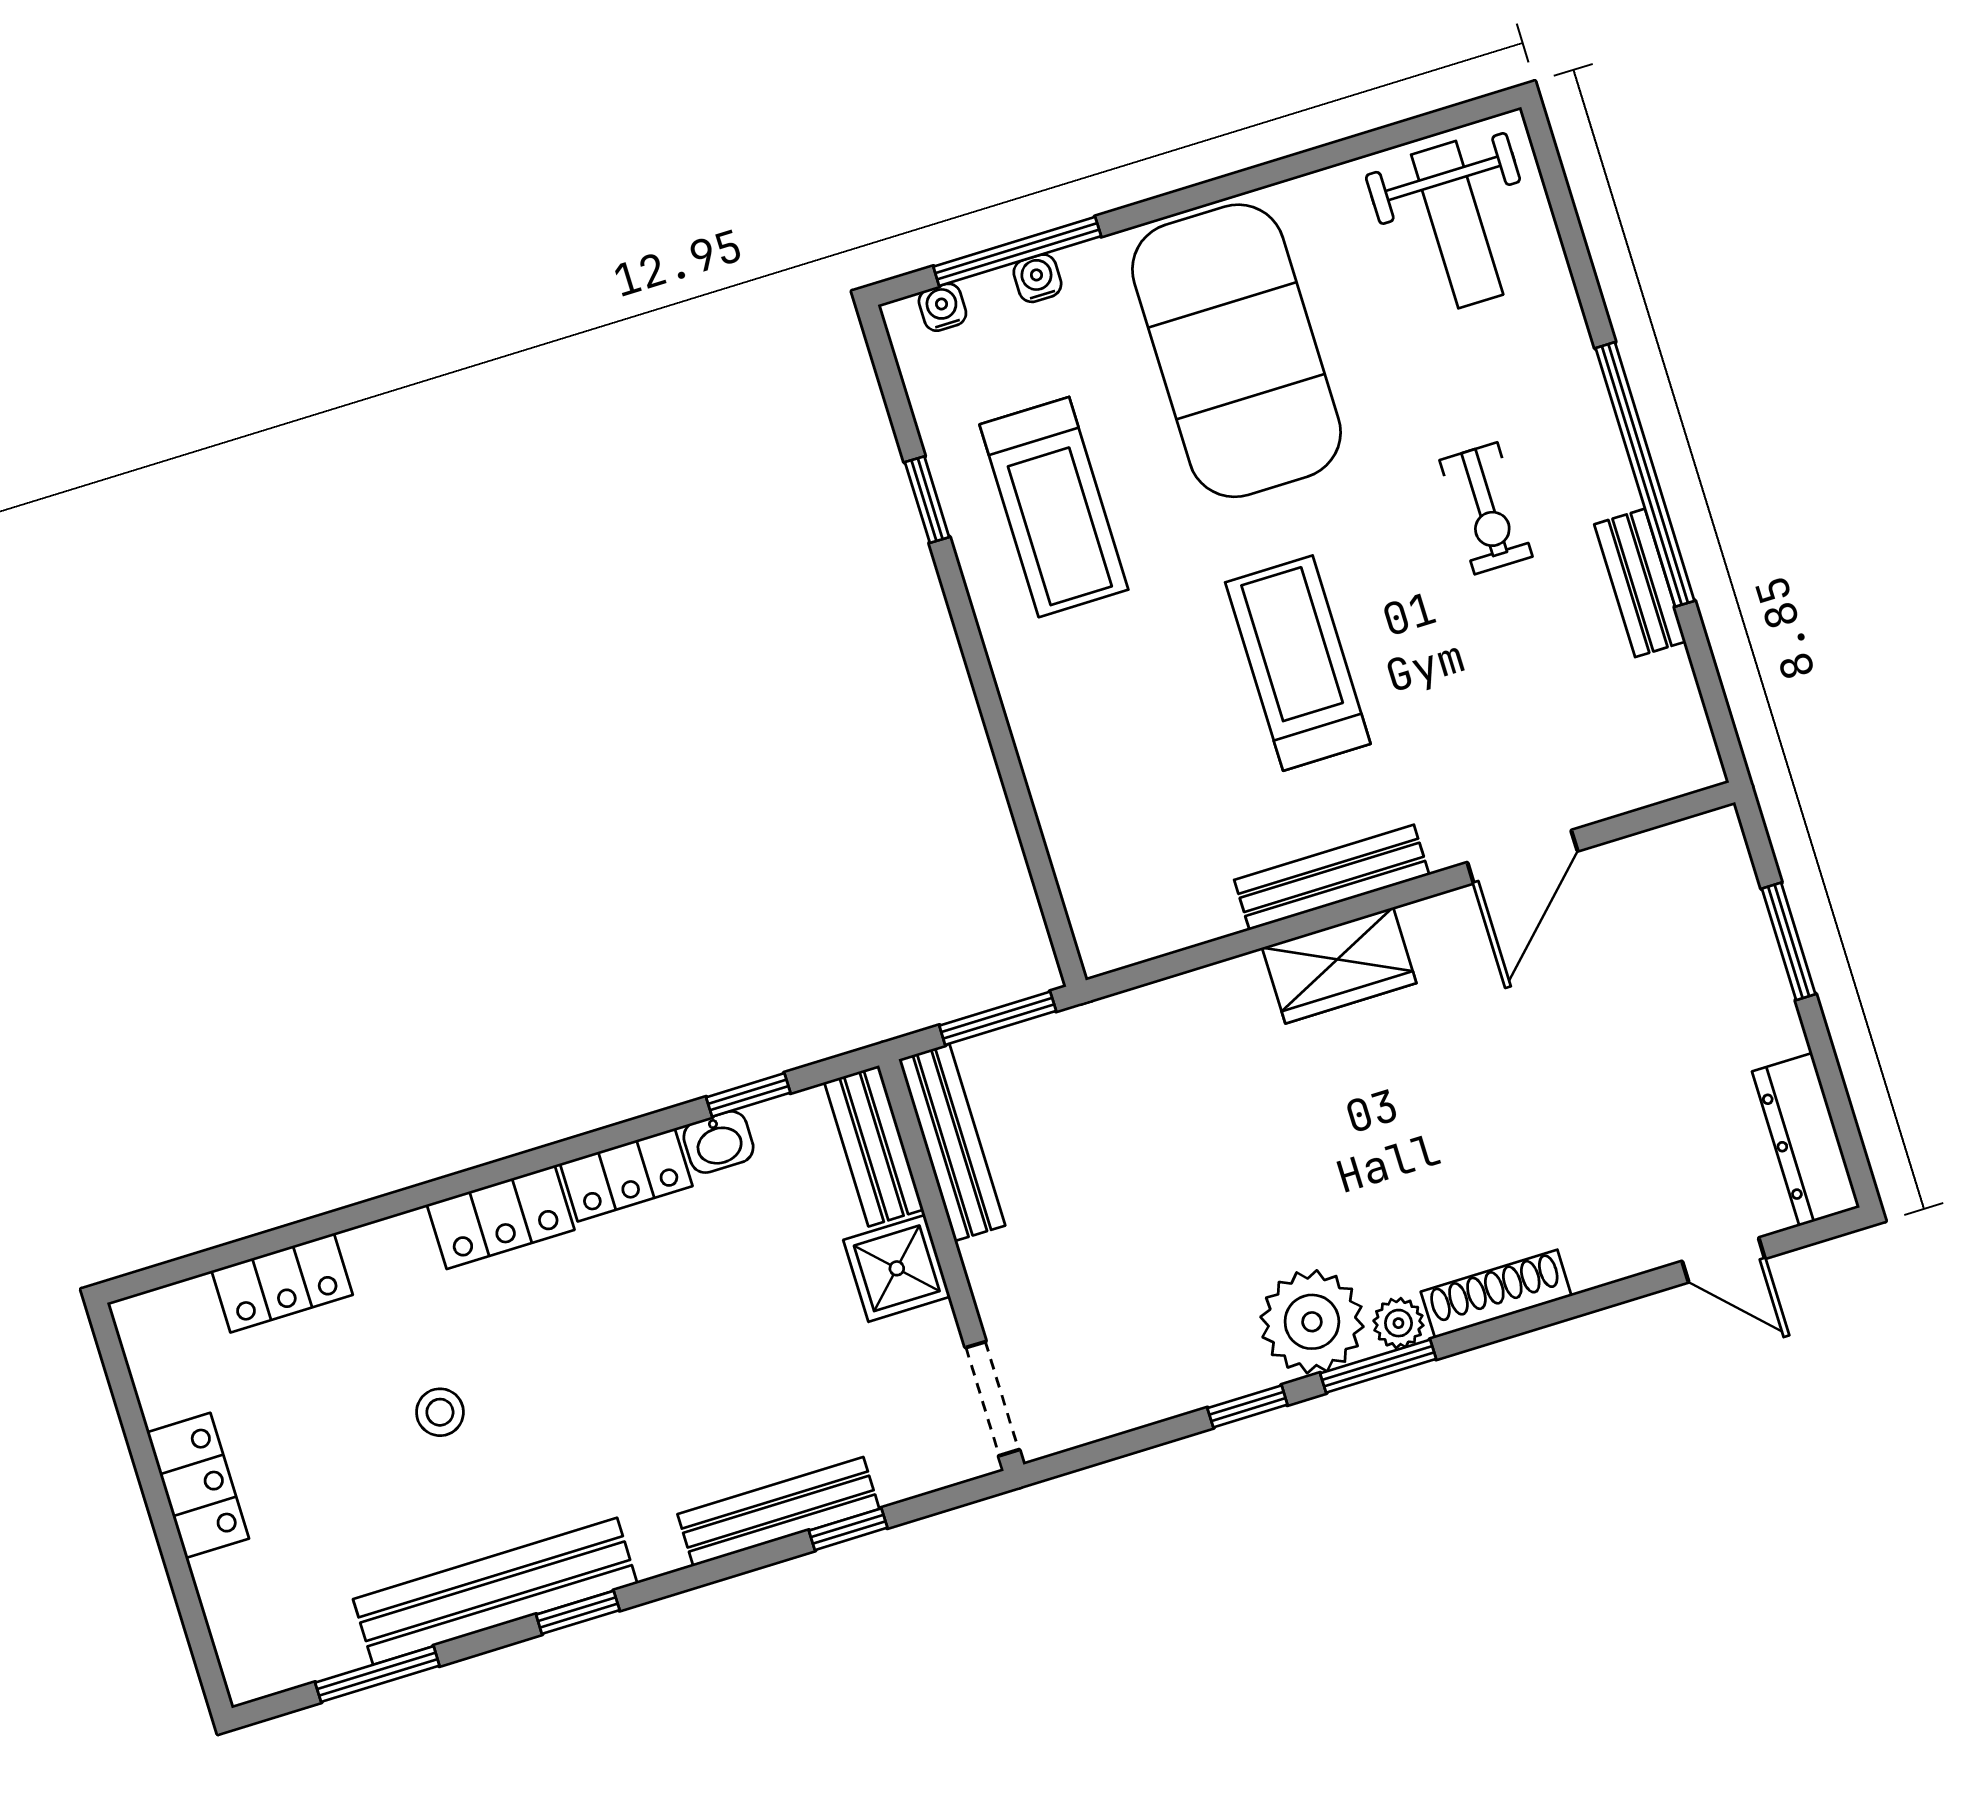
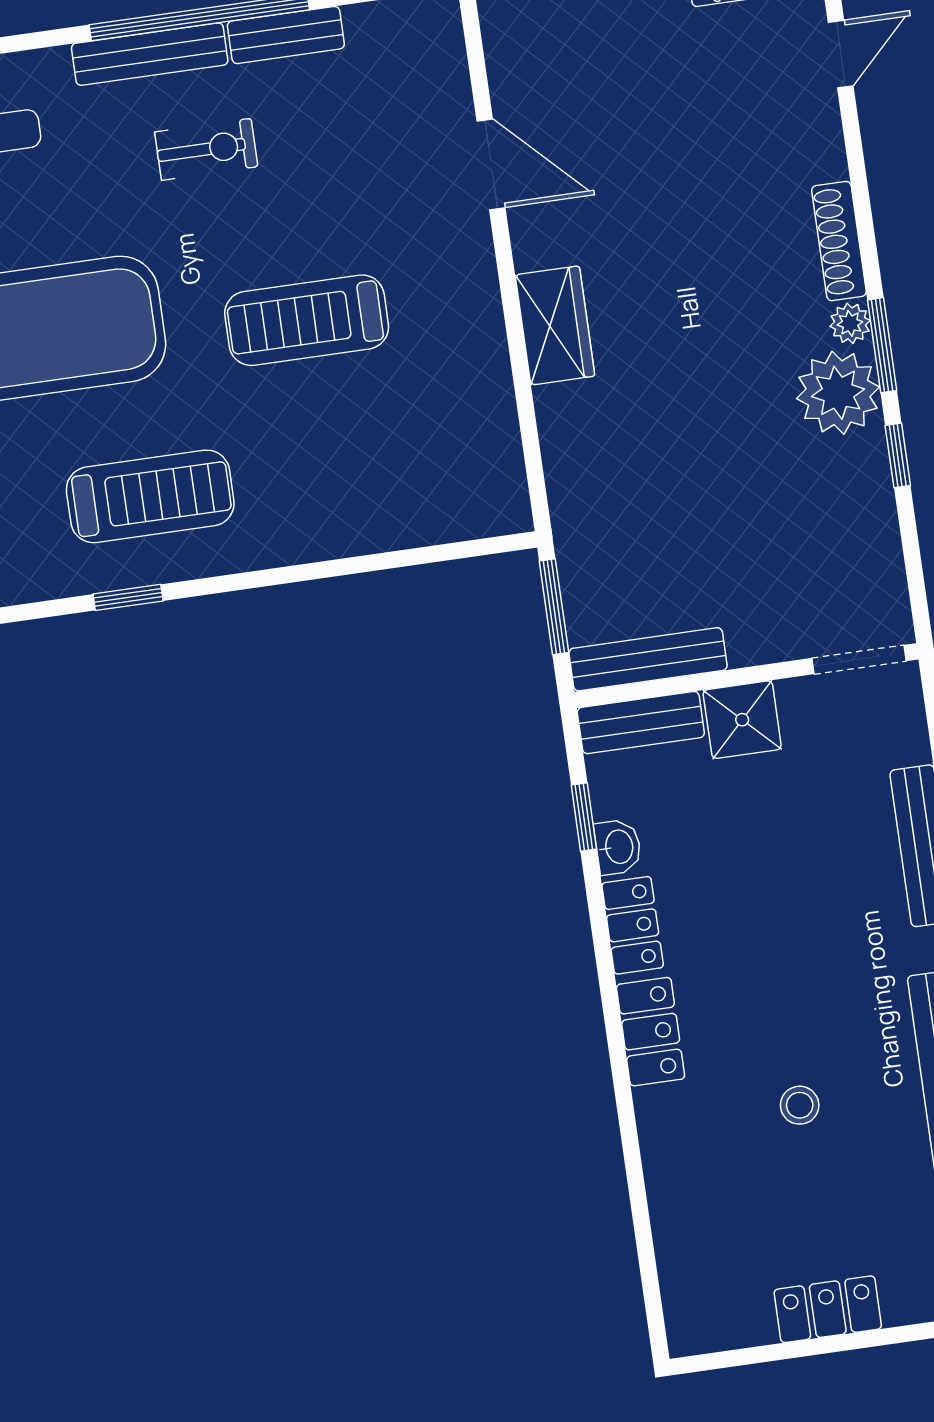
bench: (1332, 877) -> (150, 54), moved, turned 90
locker: (282, 1283) -> (676, 1216), removed

